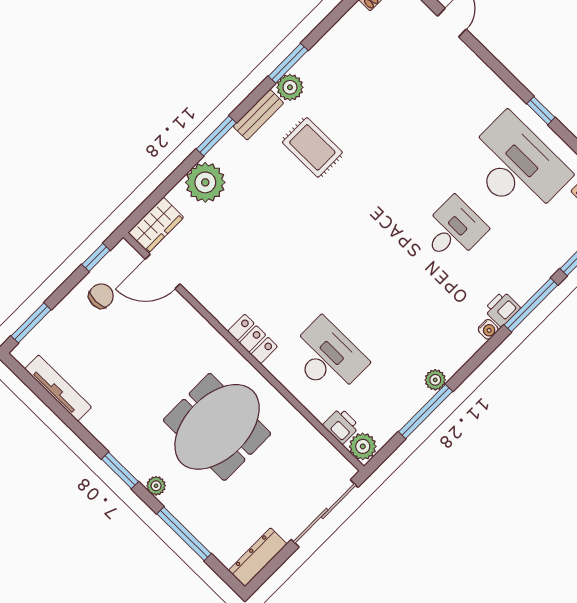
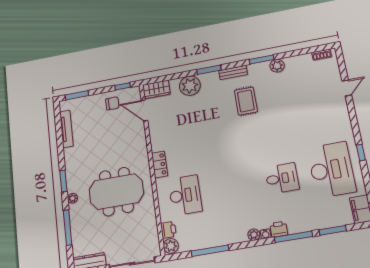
plant: (290, 87) -> (277, 66), moved
plant: (435, 380) -> (254, 235), moved

